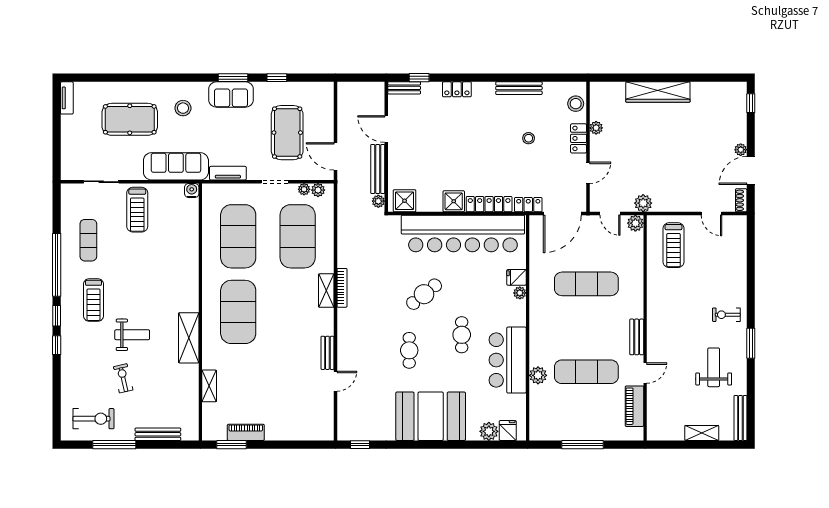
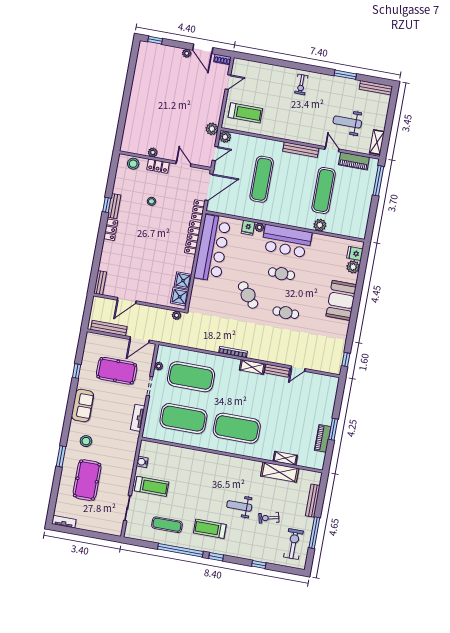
window: (233, 78) -> (61, 456), moved
window: (419, 78) -> (107, 205), moved
bench: (519, 88) -> (114, 206), width x0.73
locker: (457, 89) -> (111, 230), moved
wardrobe: (658, 92) -> (135, 104), removed
sofa: (176, 166) -> (126, 454), removed
bench: (378, 169) -> (109, 328), moved
water cooler: (192, 190) -> (142, 462), moved
plant: (318, 190) -> (161, 356), removed
shower: (454, 201) -> (183, 281), moved
door: (562, 213) -> (209, 187), hinge flipped
bar counter: (463, 233) -> (212, 248), width x0.73
shelving: (326, 291) -> (252, 367), moved
treadmill: (93, 300) -> (210, 529), turned 180
weight bench: (132, 335) -> (239, 506), turned -90
bench: (637, 337) -> (301, 150), width x1.36
shelving: (189, 338) -> (280, 472), moved
window: (751, 343) -> (345, 75), moved
window: (57, 345) -> (259, 564), moved
bar counter: (508, 360) -> (287, 241), moved
weight bench: (714, 367) -> (347, 122), moved
door: (335, 381) -> (298, 369), swing flipped
booth: (431, 416) -> (341, 300), width x0.73, depth x0.70
shelving: (702, 433) -> (377, 142), moved
window: (231, 445) -> (333, 429), moved
window: (583, 445) -> (378, 181), moved

